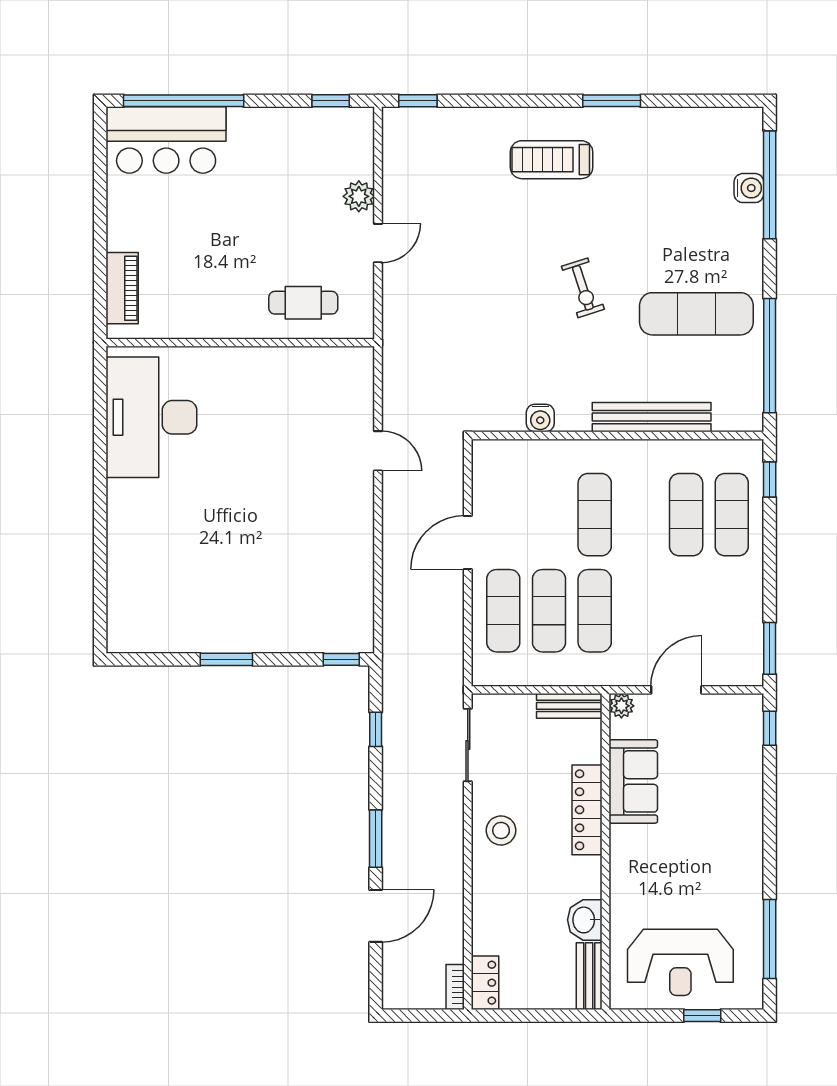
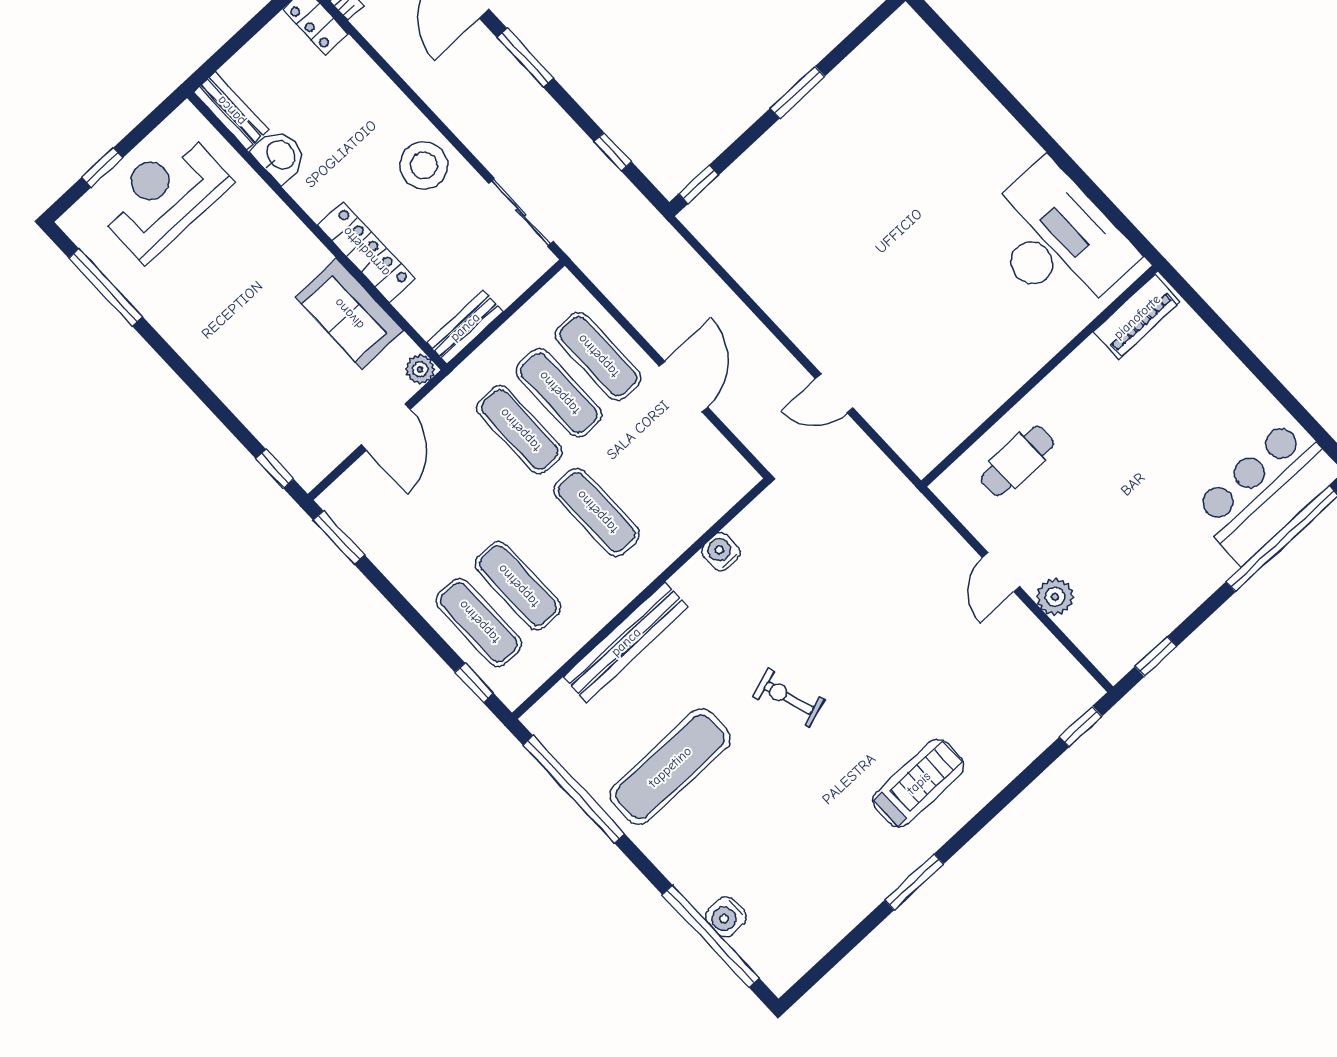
piano: (122, 288) -> (1137, 317), moved, turned -90
stool: (501, 830) -> (424, 165), width x1.38, depth x1.38

